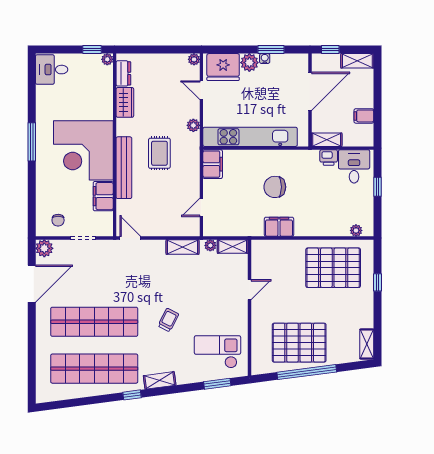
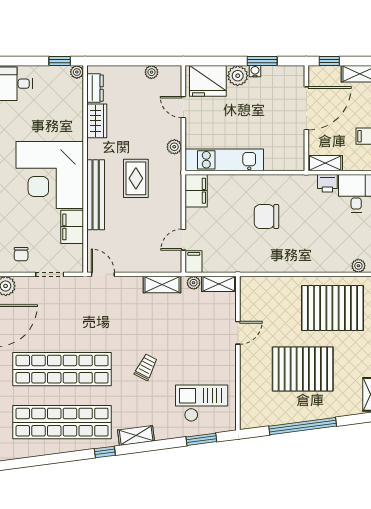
plant: (194, 59) -> (151, 72), moved
kitchen unit: (250, 137) -> (224, 160), width x0.73
filing cabinet: (279, 227) -> (194, 262), moved, width x0.50
pallet: (299, 343) -> (303, 369), moved

